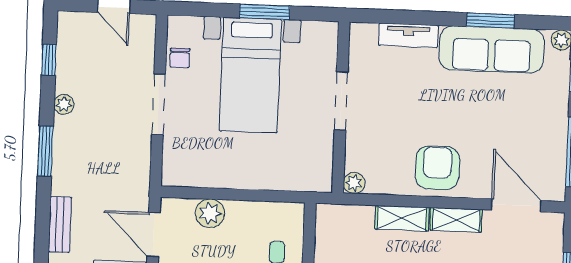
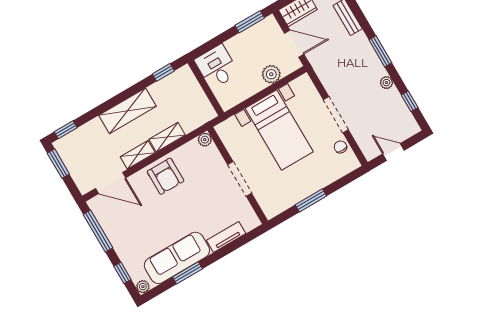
bed with nightstands: (250, 75) -> (279, 130), moved, turned 180

